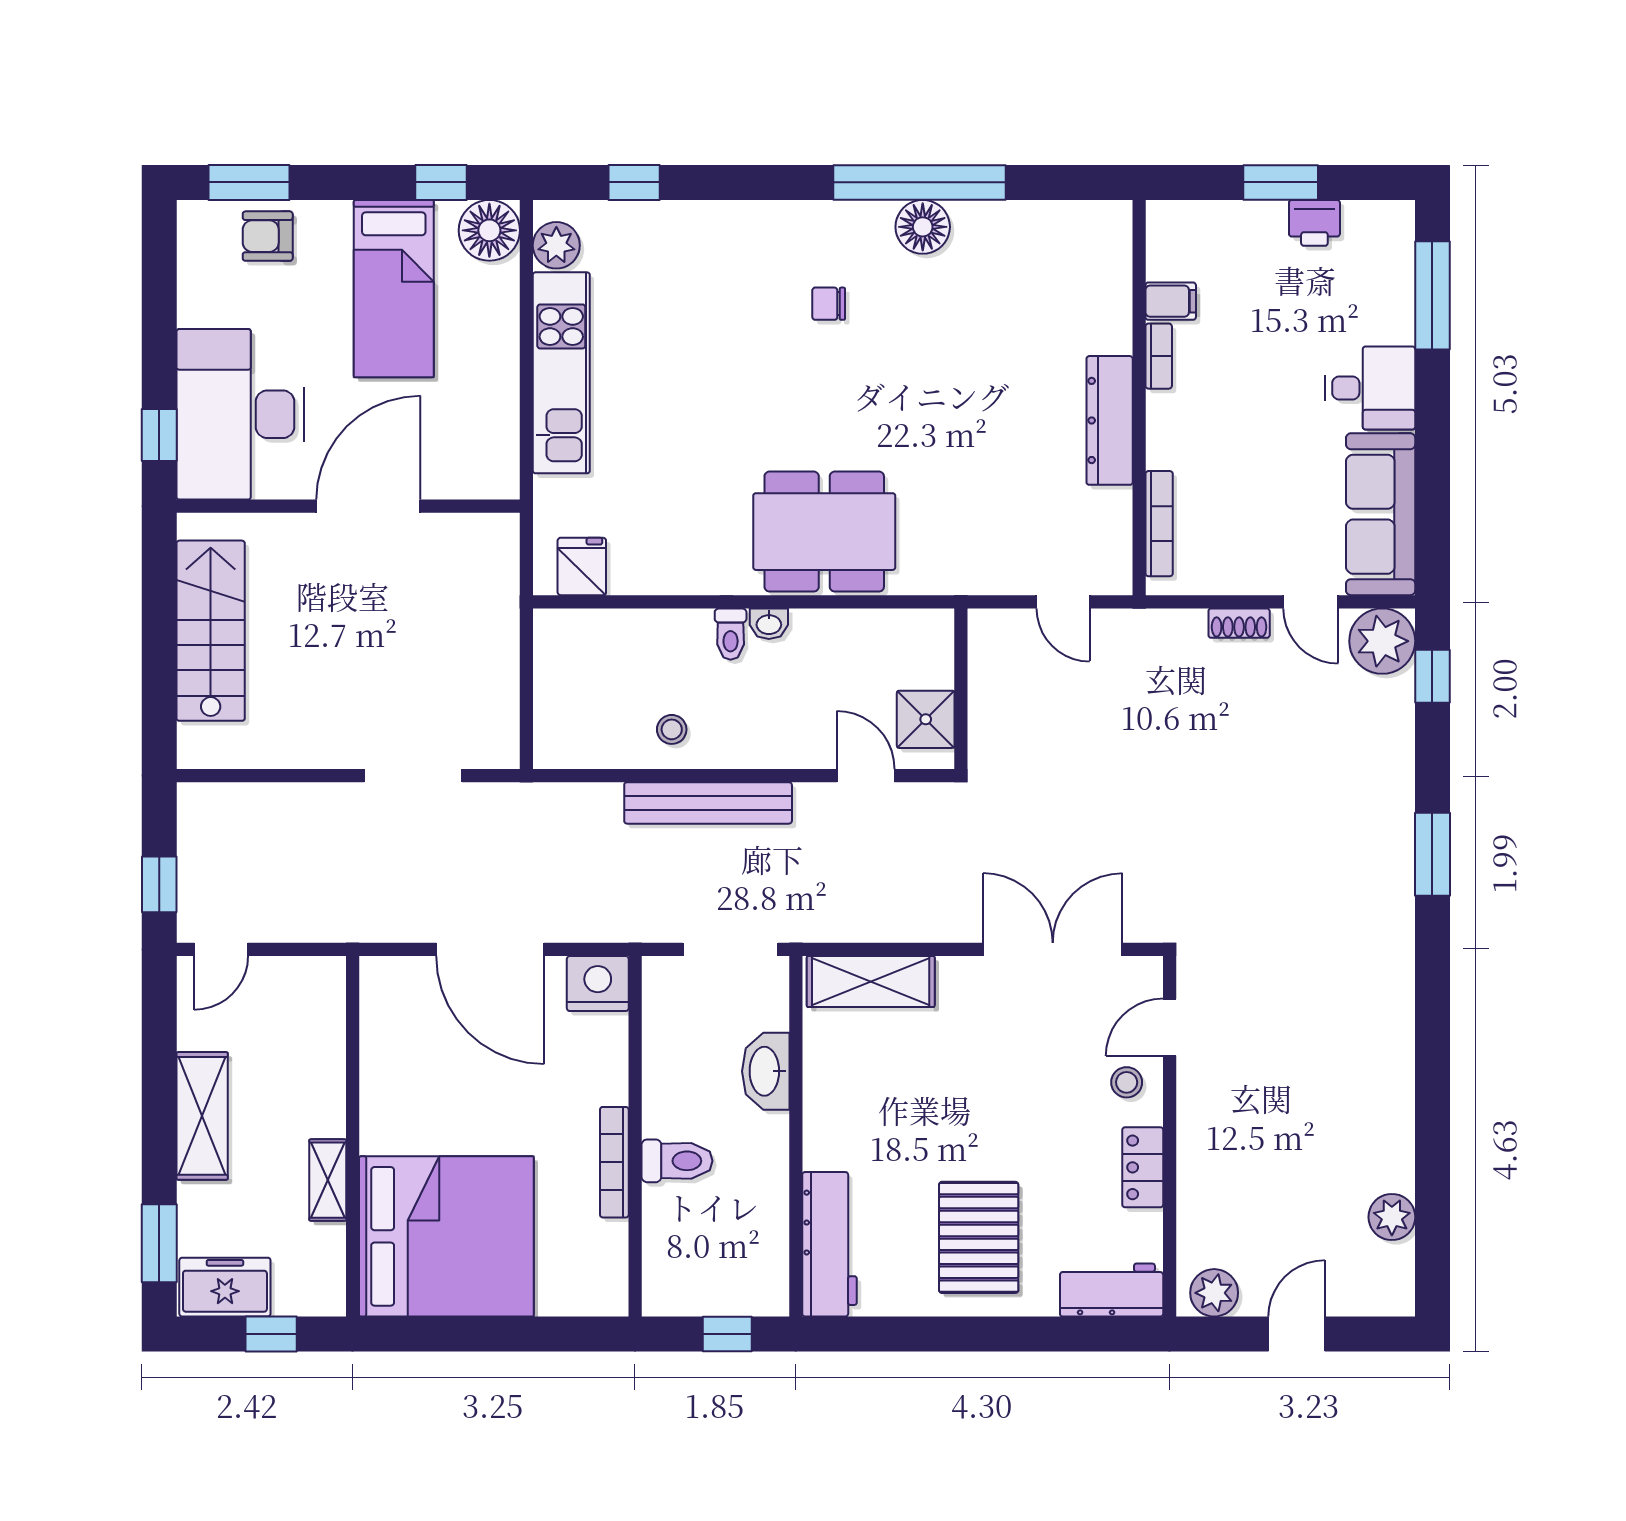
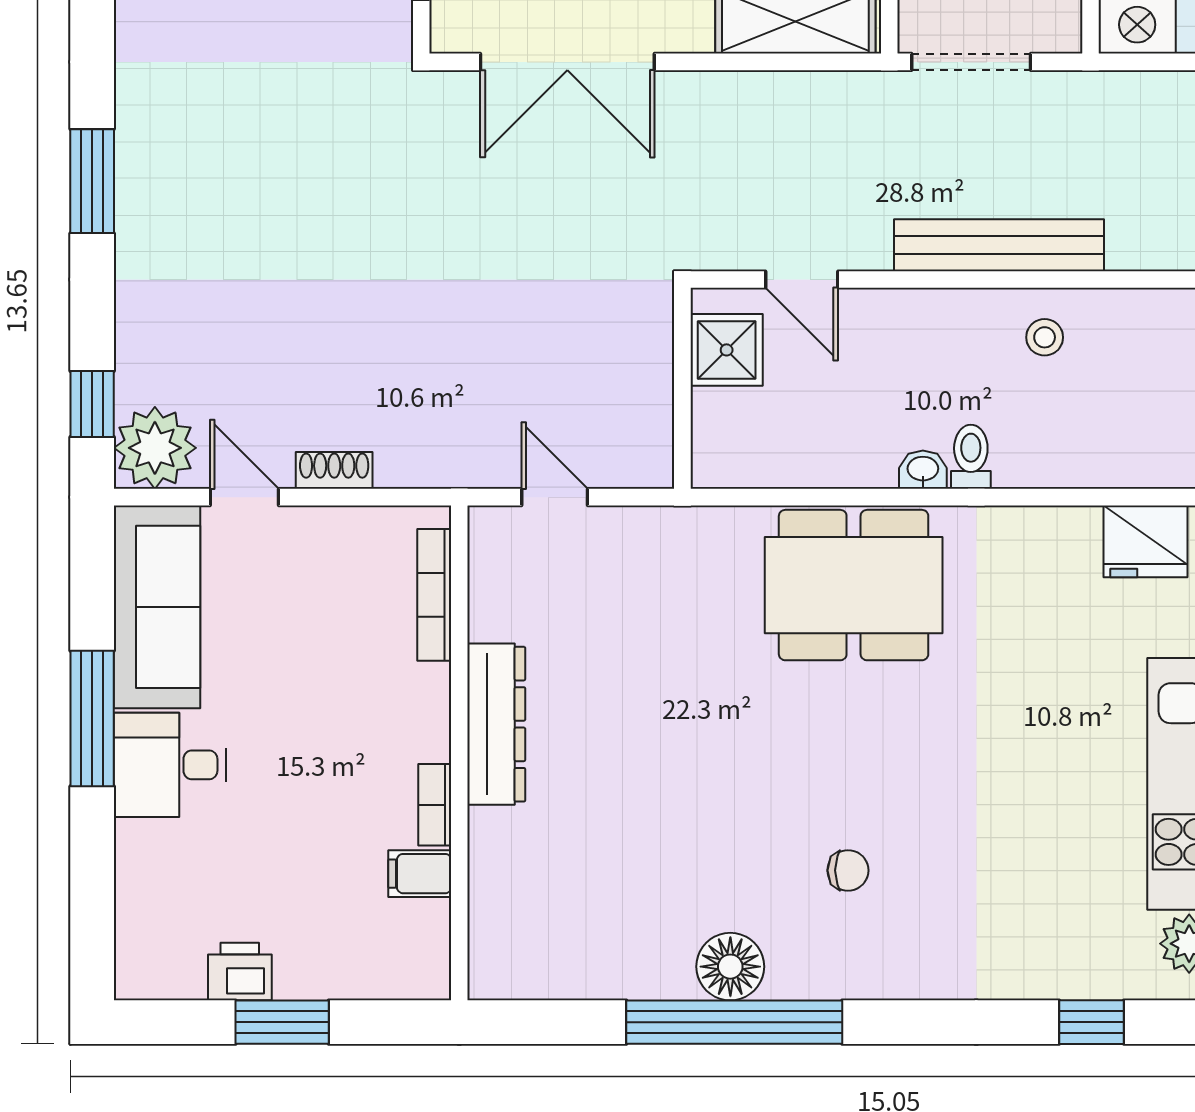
window: (1432, 295) -> (92, 718), moved
fridge: (582, 566) -> (1145, 541), width x1.38

